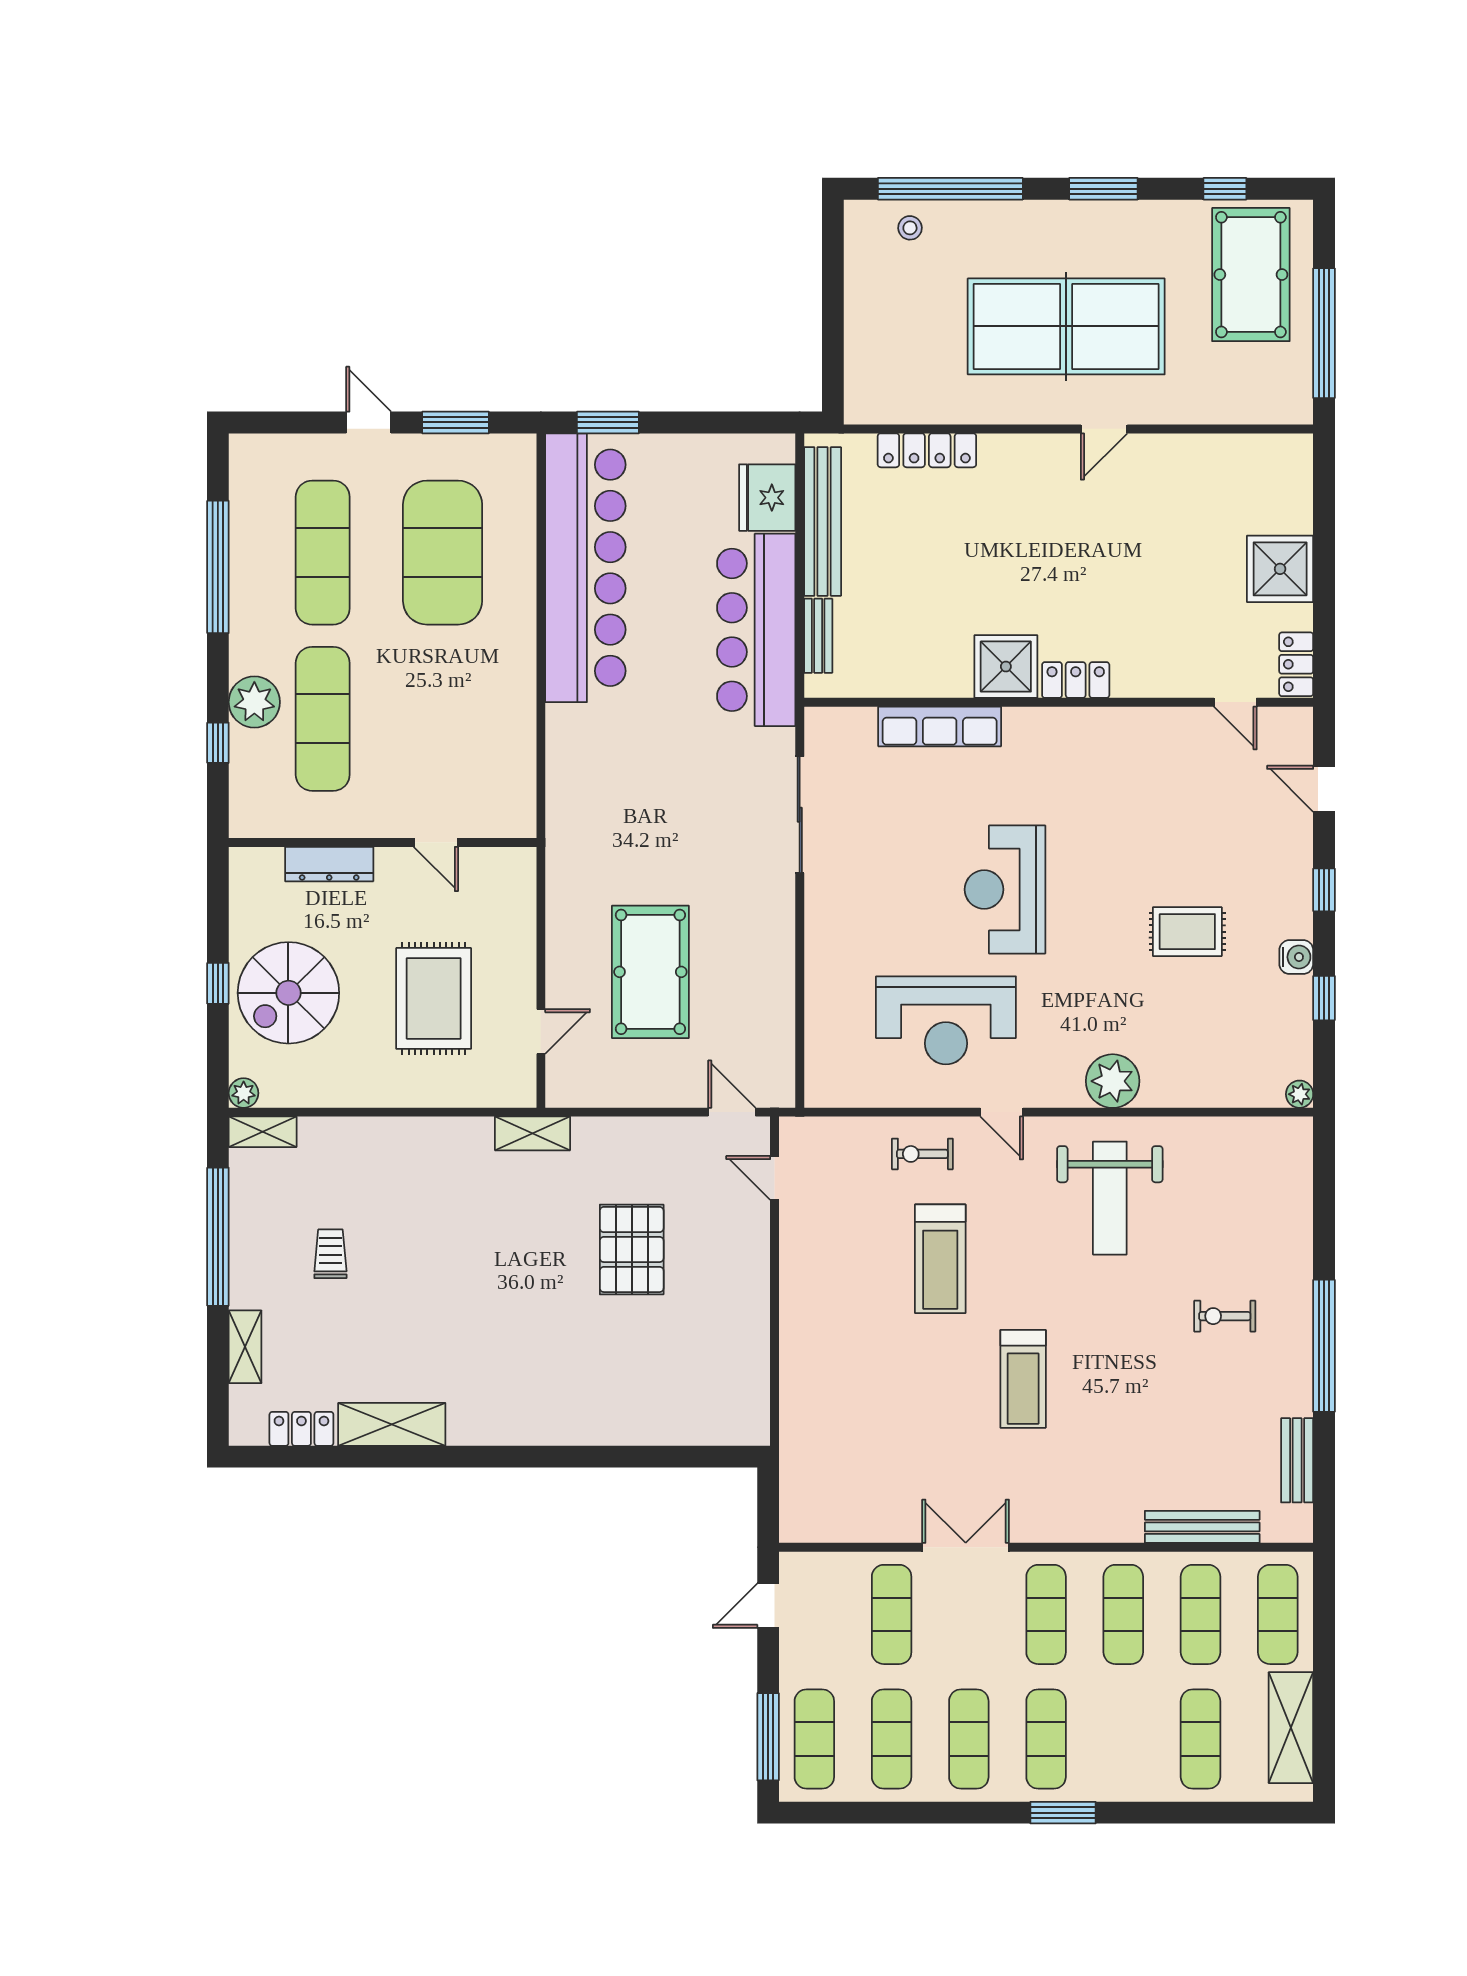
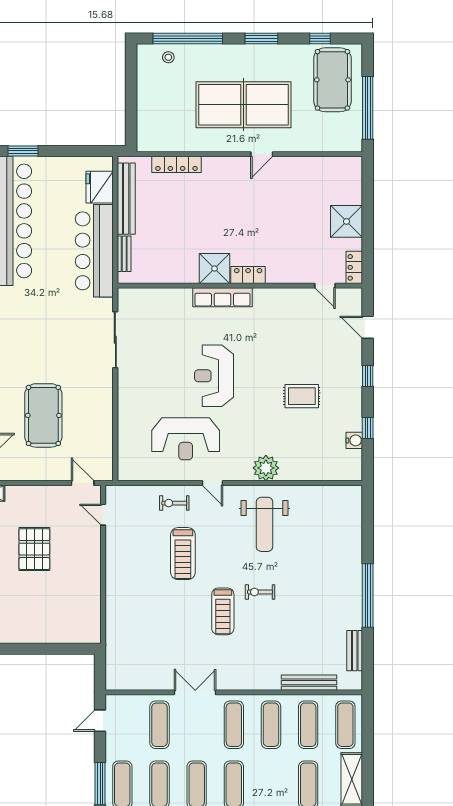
row of seats: (940, 726) -> (222, 297), moved
water cooler: (1296, 957) -> (354, 440), moved
plant: (1300, 1094) -> (356, 474), removed
exercise bike: (1225, 1316) -> (260, 592), moved

